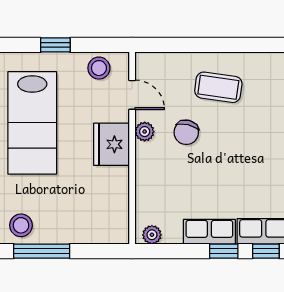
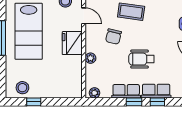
plant: (145, 132) -> (90, 58), moved
wheelchair: (237, 173) -> (142, 59), added
window: (42, 251) -> (34, 102), width x0.46

